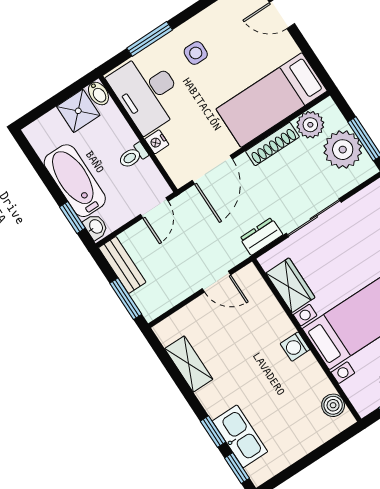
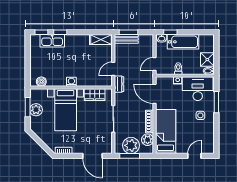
door: (154, 208) -> (155, 64), hinge flipped
dresser: (261, 236) -> (119, 84), moved
bench: (122, 265) -> (126, 39), moved
shelving: (189, 364) -> (101, 40), moved

